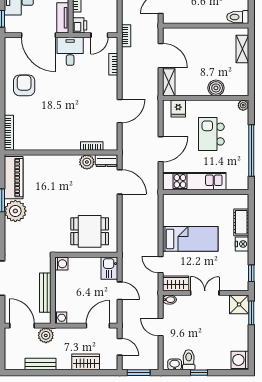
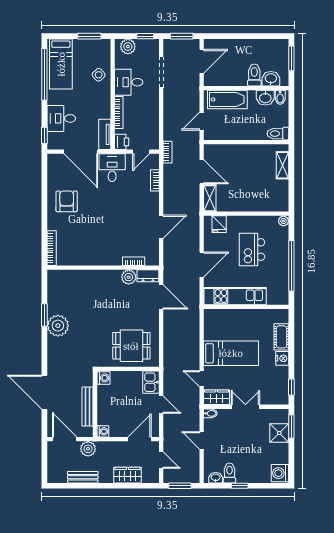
boiler: (216, 88) -> (256, 204), removed
piano: (14, 178) -> (56, 293), removed
shower: (239, 304) -> (279, 433), moved

